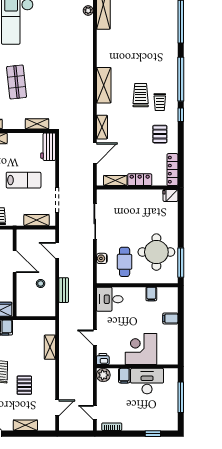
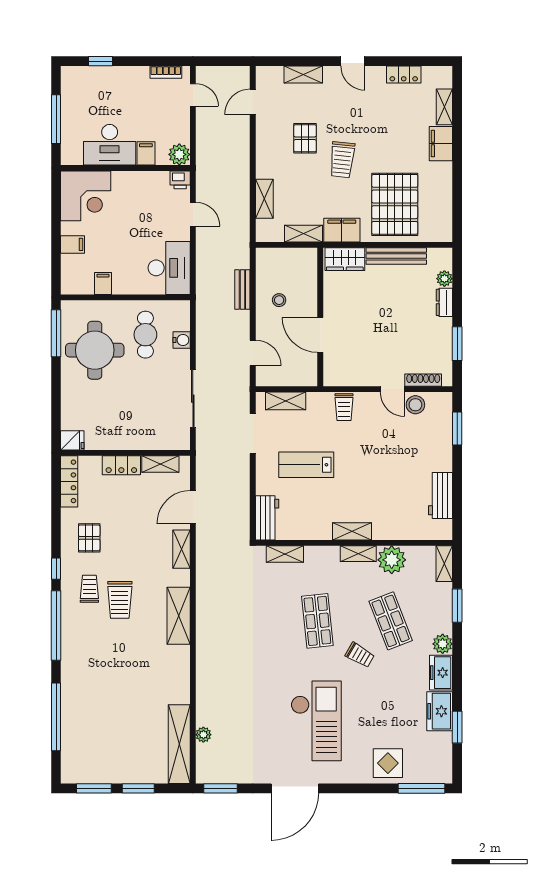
desk: (110, 299) -> (169, 268), width x1.37
shelving: (25, 325) -> (303, 234), added
corner desk: (141, 349) -> (86, 196), moved

